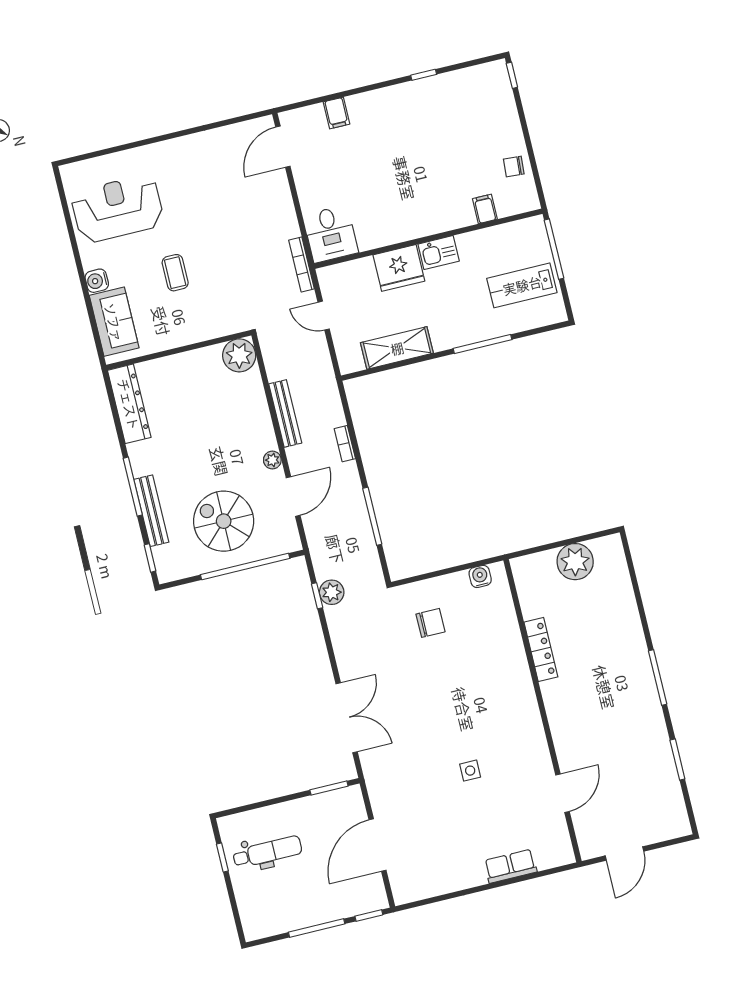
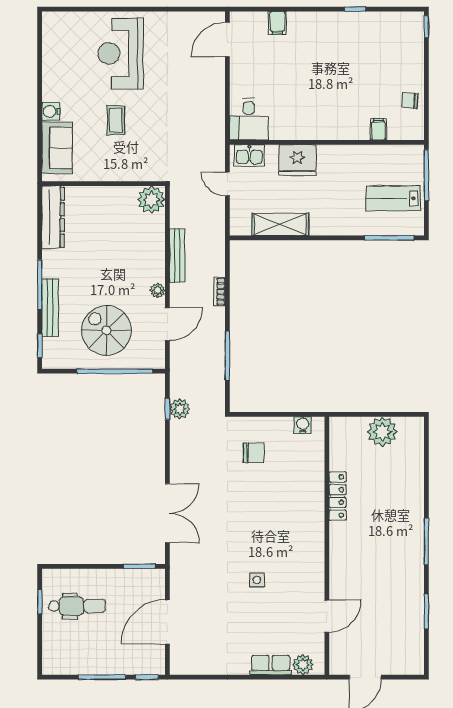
reception desk: (118, 209) -> (121, 54), moved, turned -90
kitchen sink: (439, 253) -> (249, 155), moved
bookcase: (302, 265) -> (219, 138), removed
window: (483, 344) -> (389, 238), moved
plant: (548, 857) -> (303, 665), added

